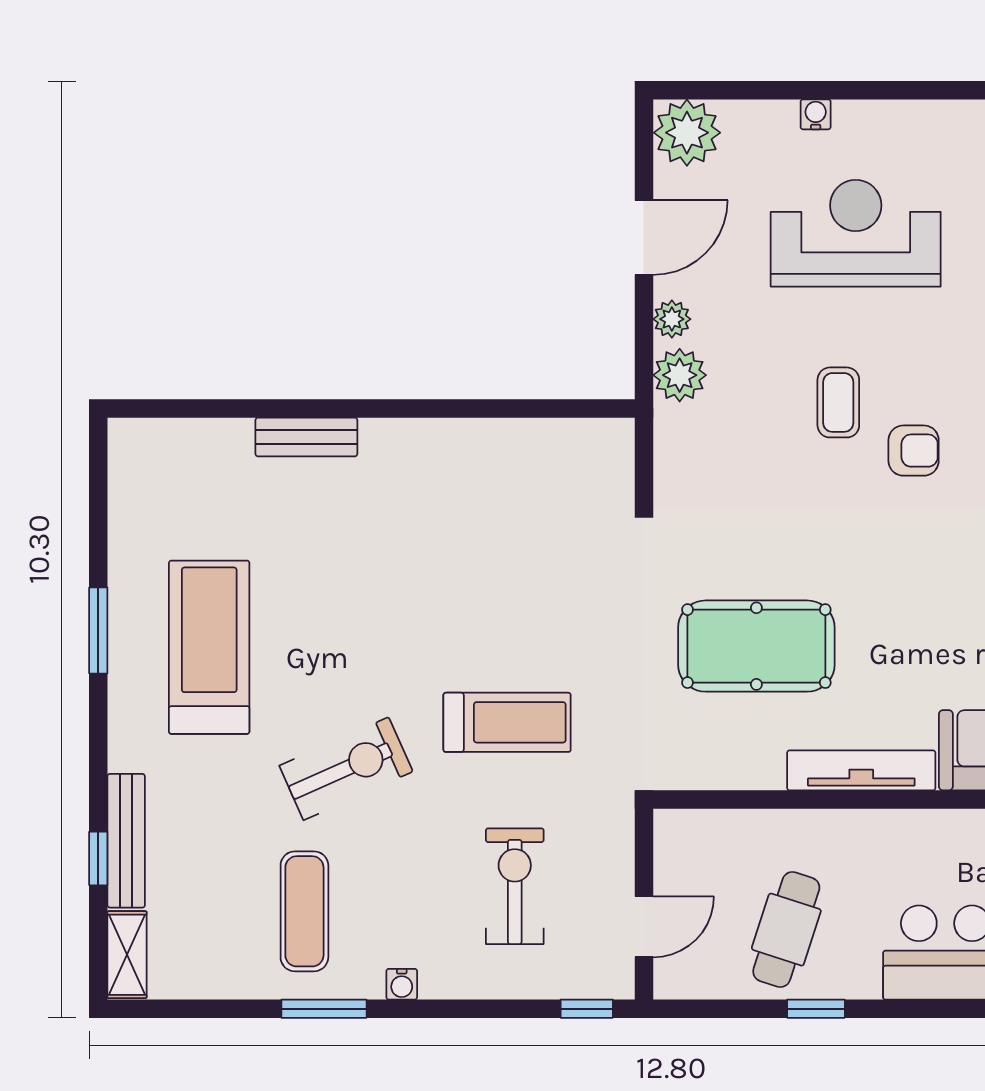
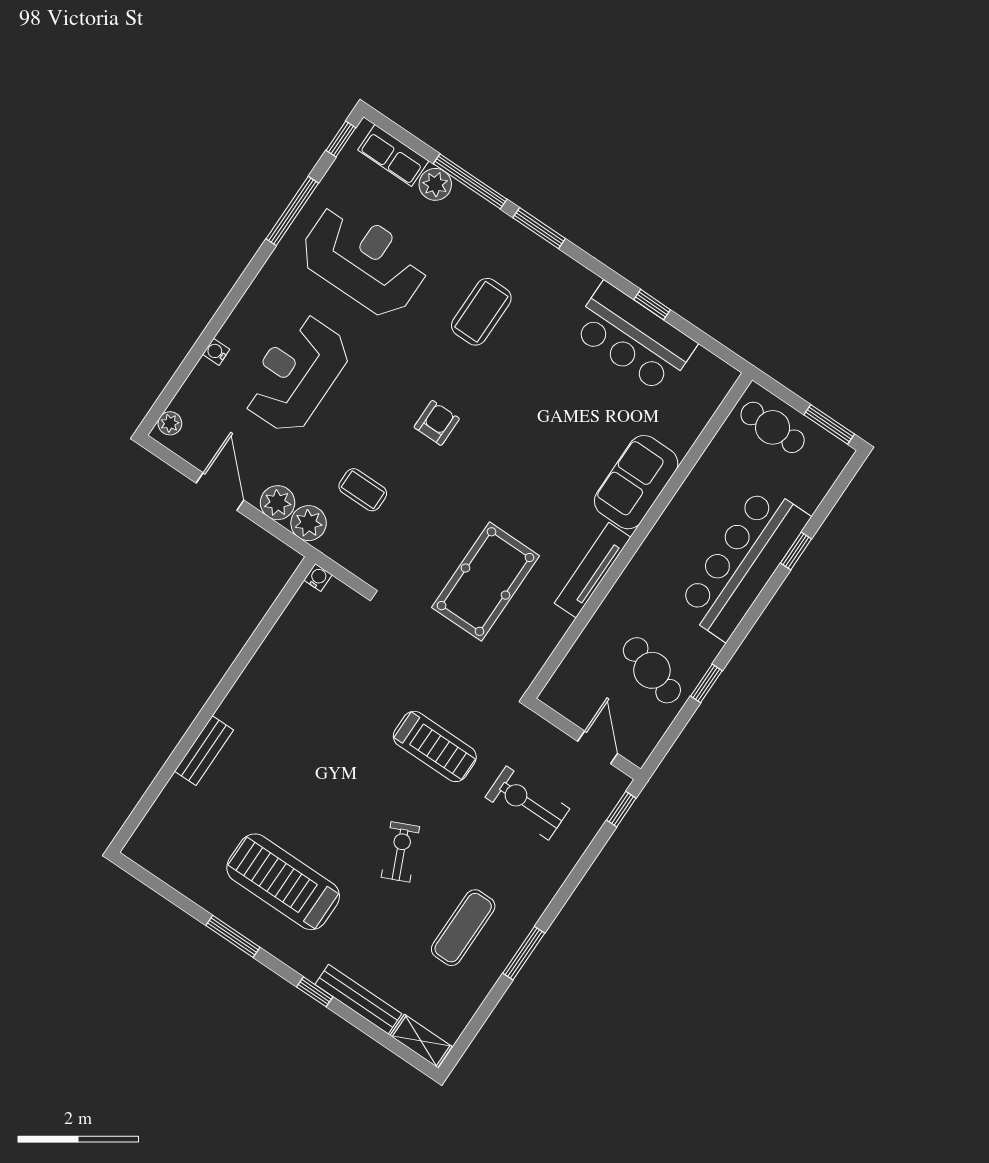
plant: (687, 133) -> (170, 423), width x0.53, depth x0.53
plant: (672, 319) -> (278, 503), width x1.38, depth x1.38
coffee table: (838, 402) -> (363, 490), moved
treadmill: (507, 722) -> (435, 746), turned 90
exercise bike: (346, 769) -> (400, 852), width x0.73, depth x0.72
window: (98, 858) -> (315, 992), moved
exercise mat: (304, 911) -> (463, 928), turned 90
water cooler: (402, 984) -> (318, 578), moved, turned -90

